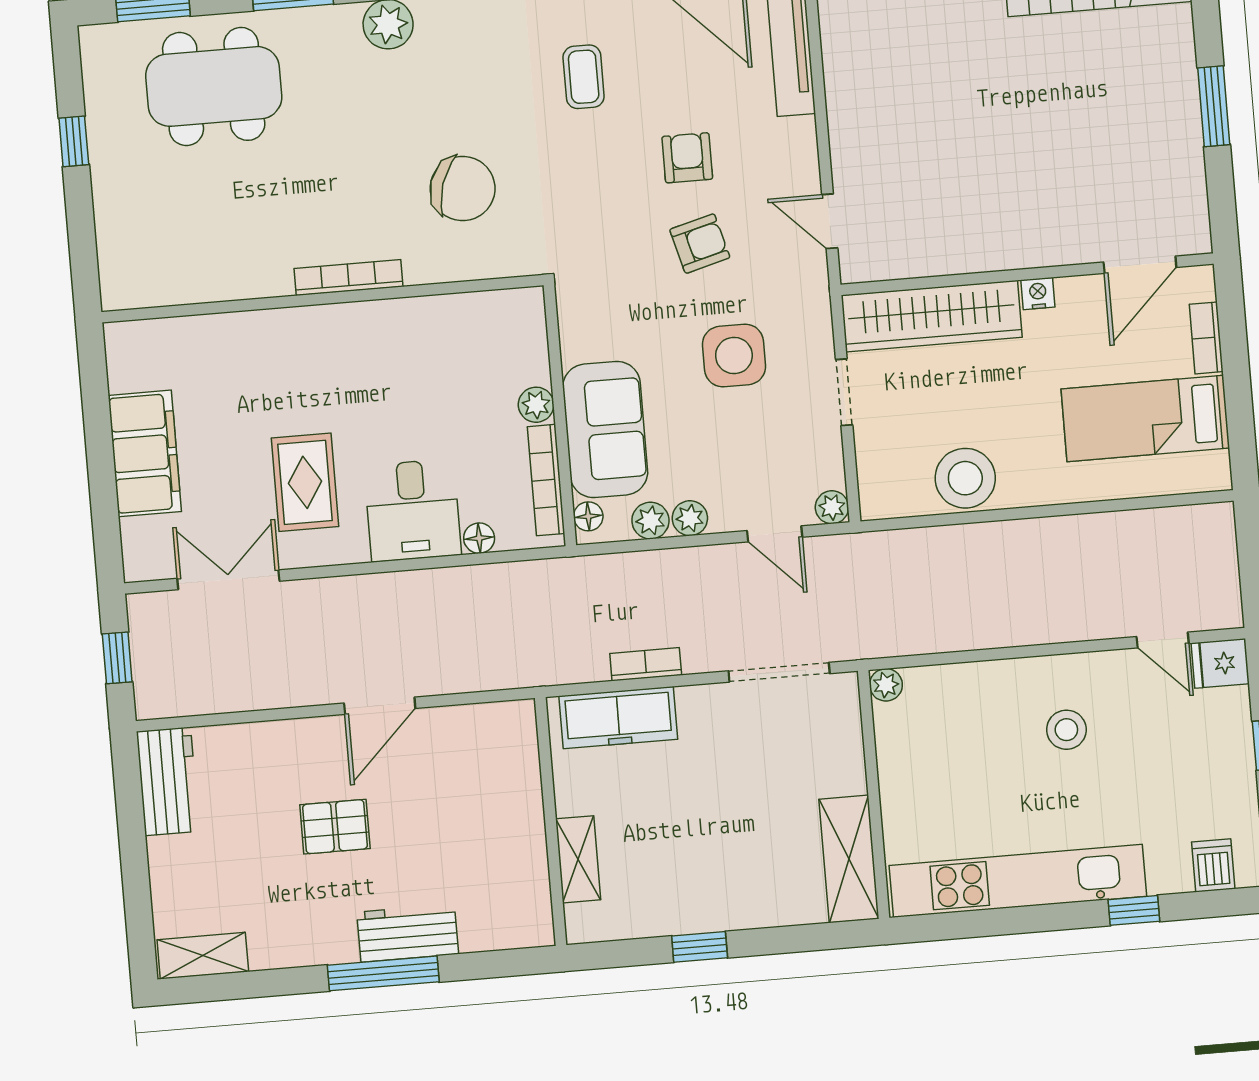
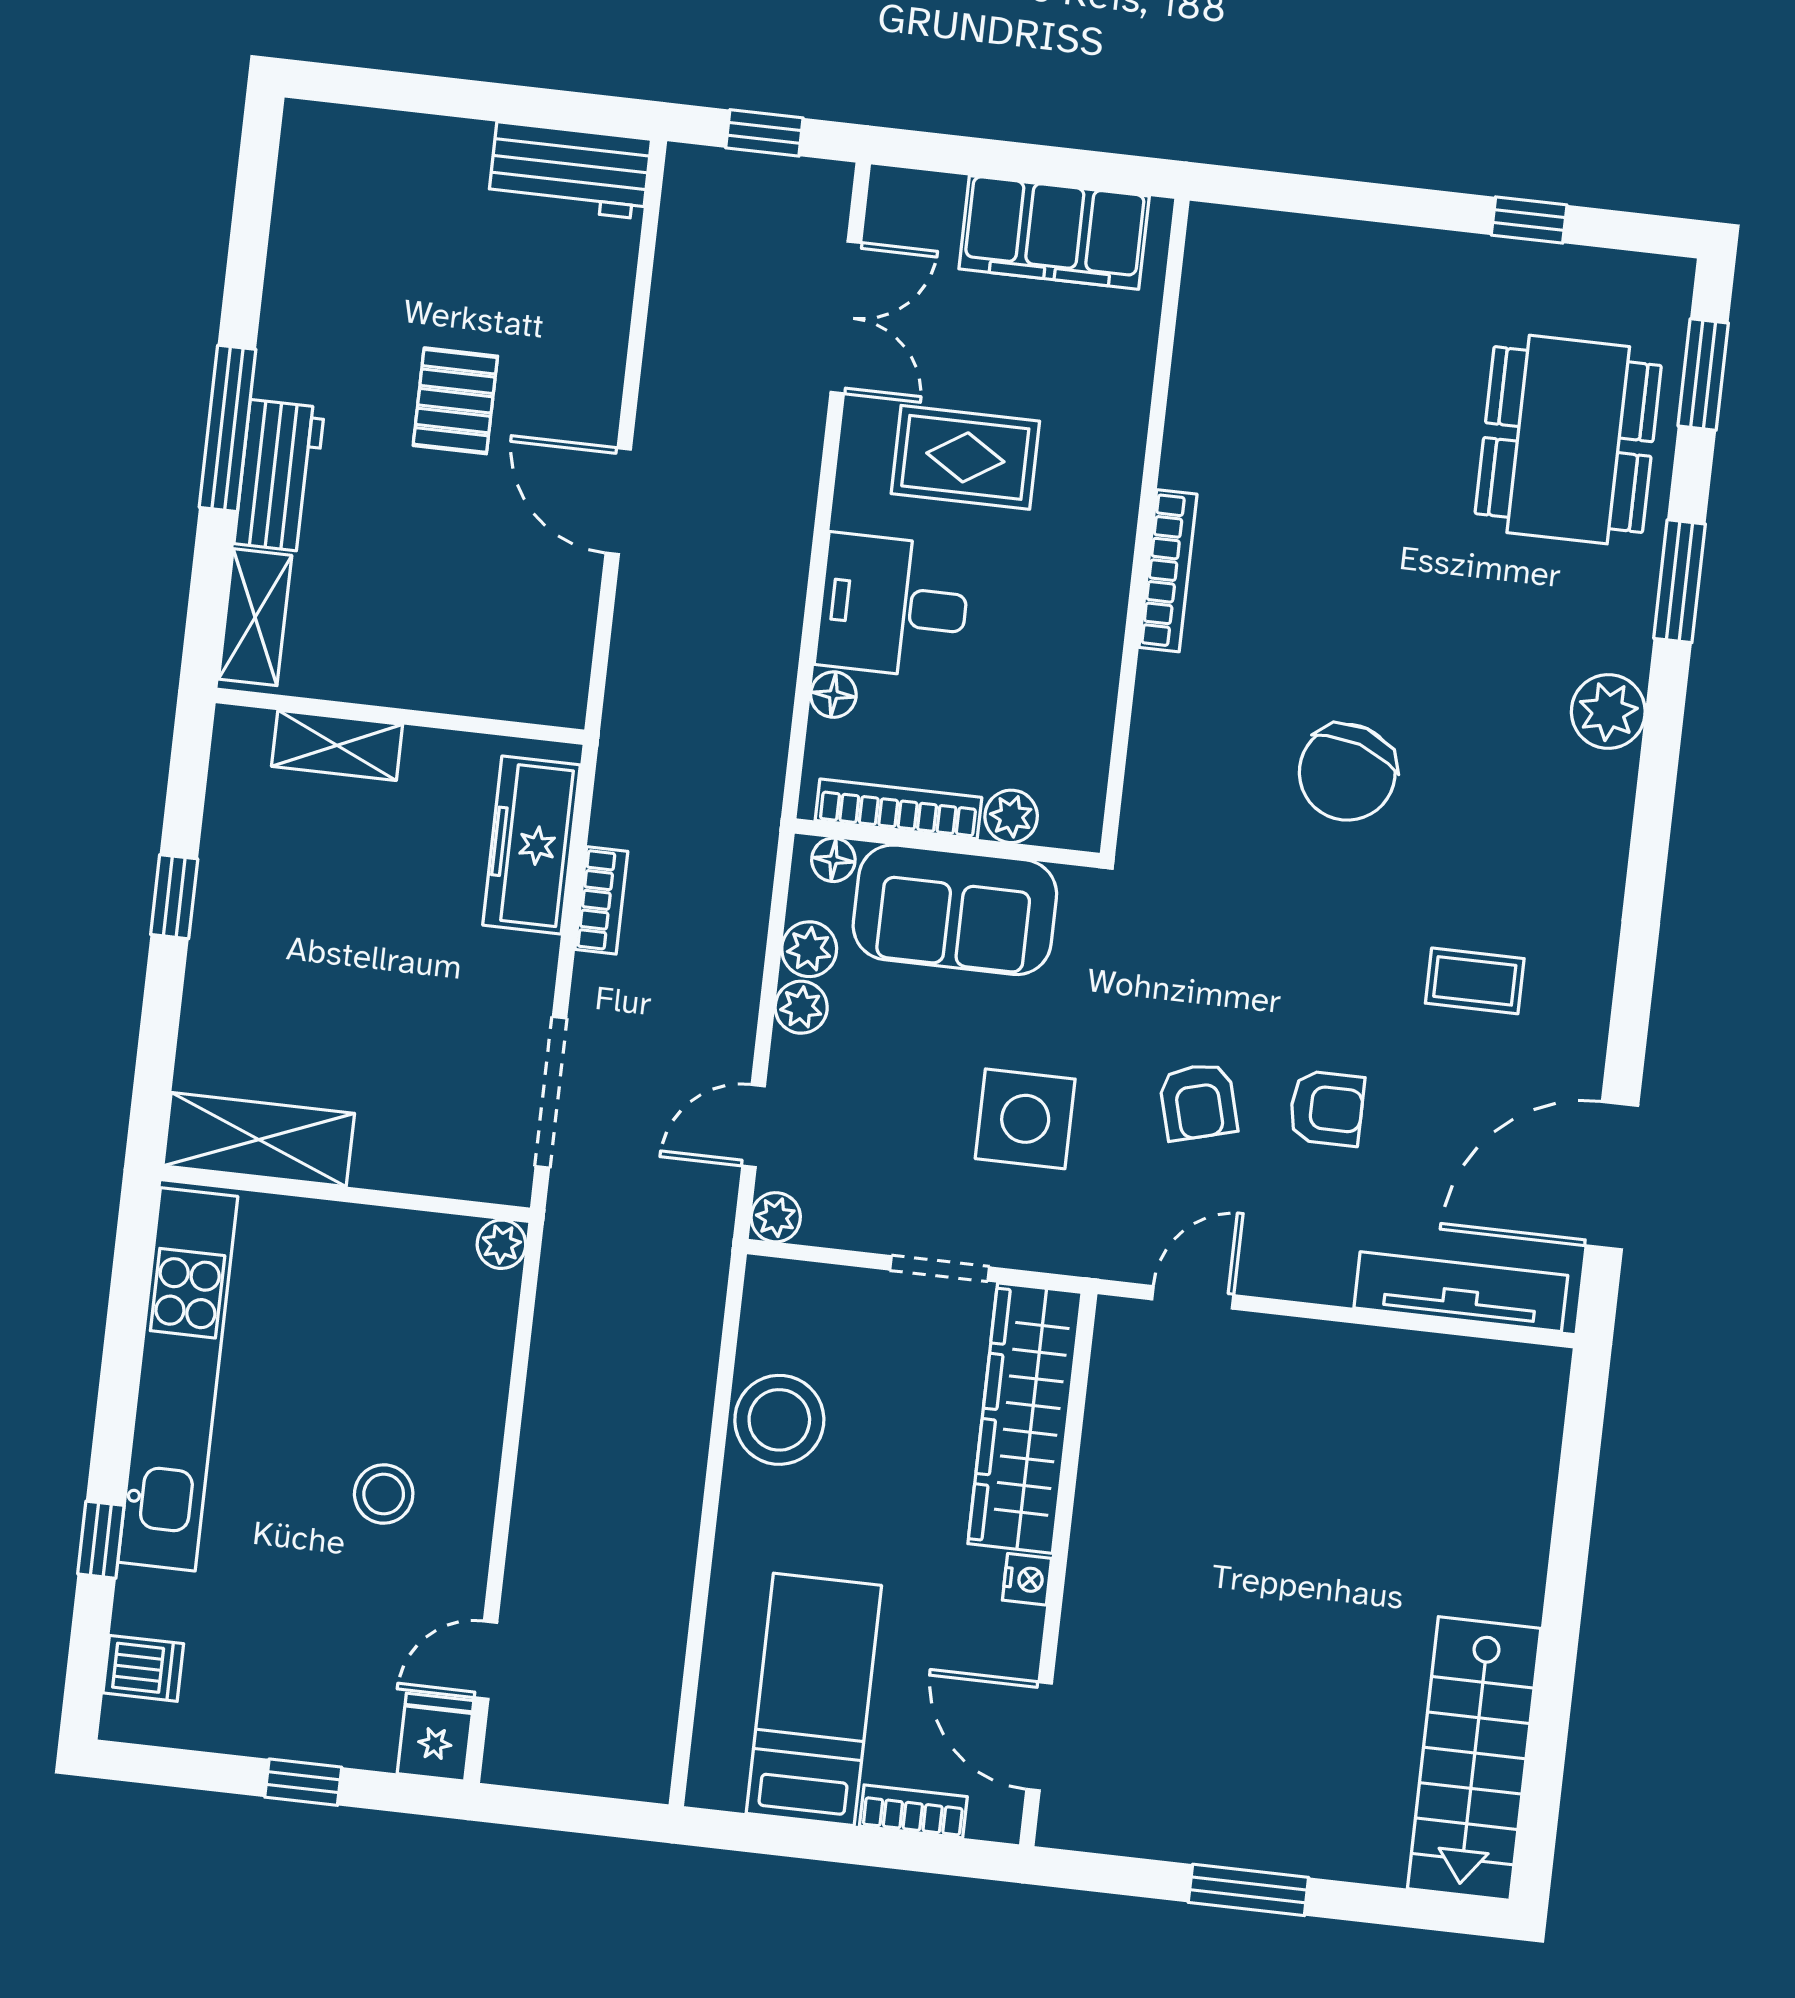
bookcase: (348, 278) -> (1168, 571), moved
wall: (322, 299) -> (1145, 527), moved
shelving: (203, 956) -> (255, 617), moved

